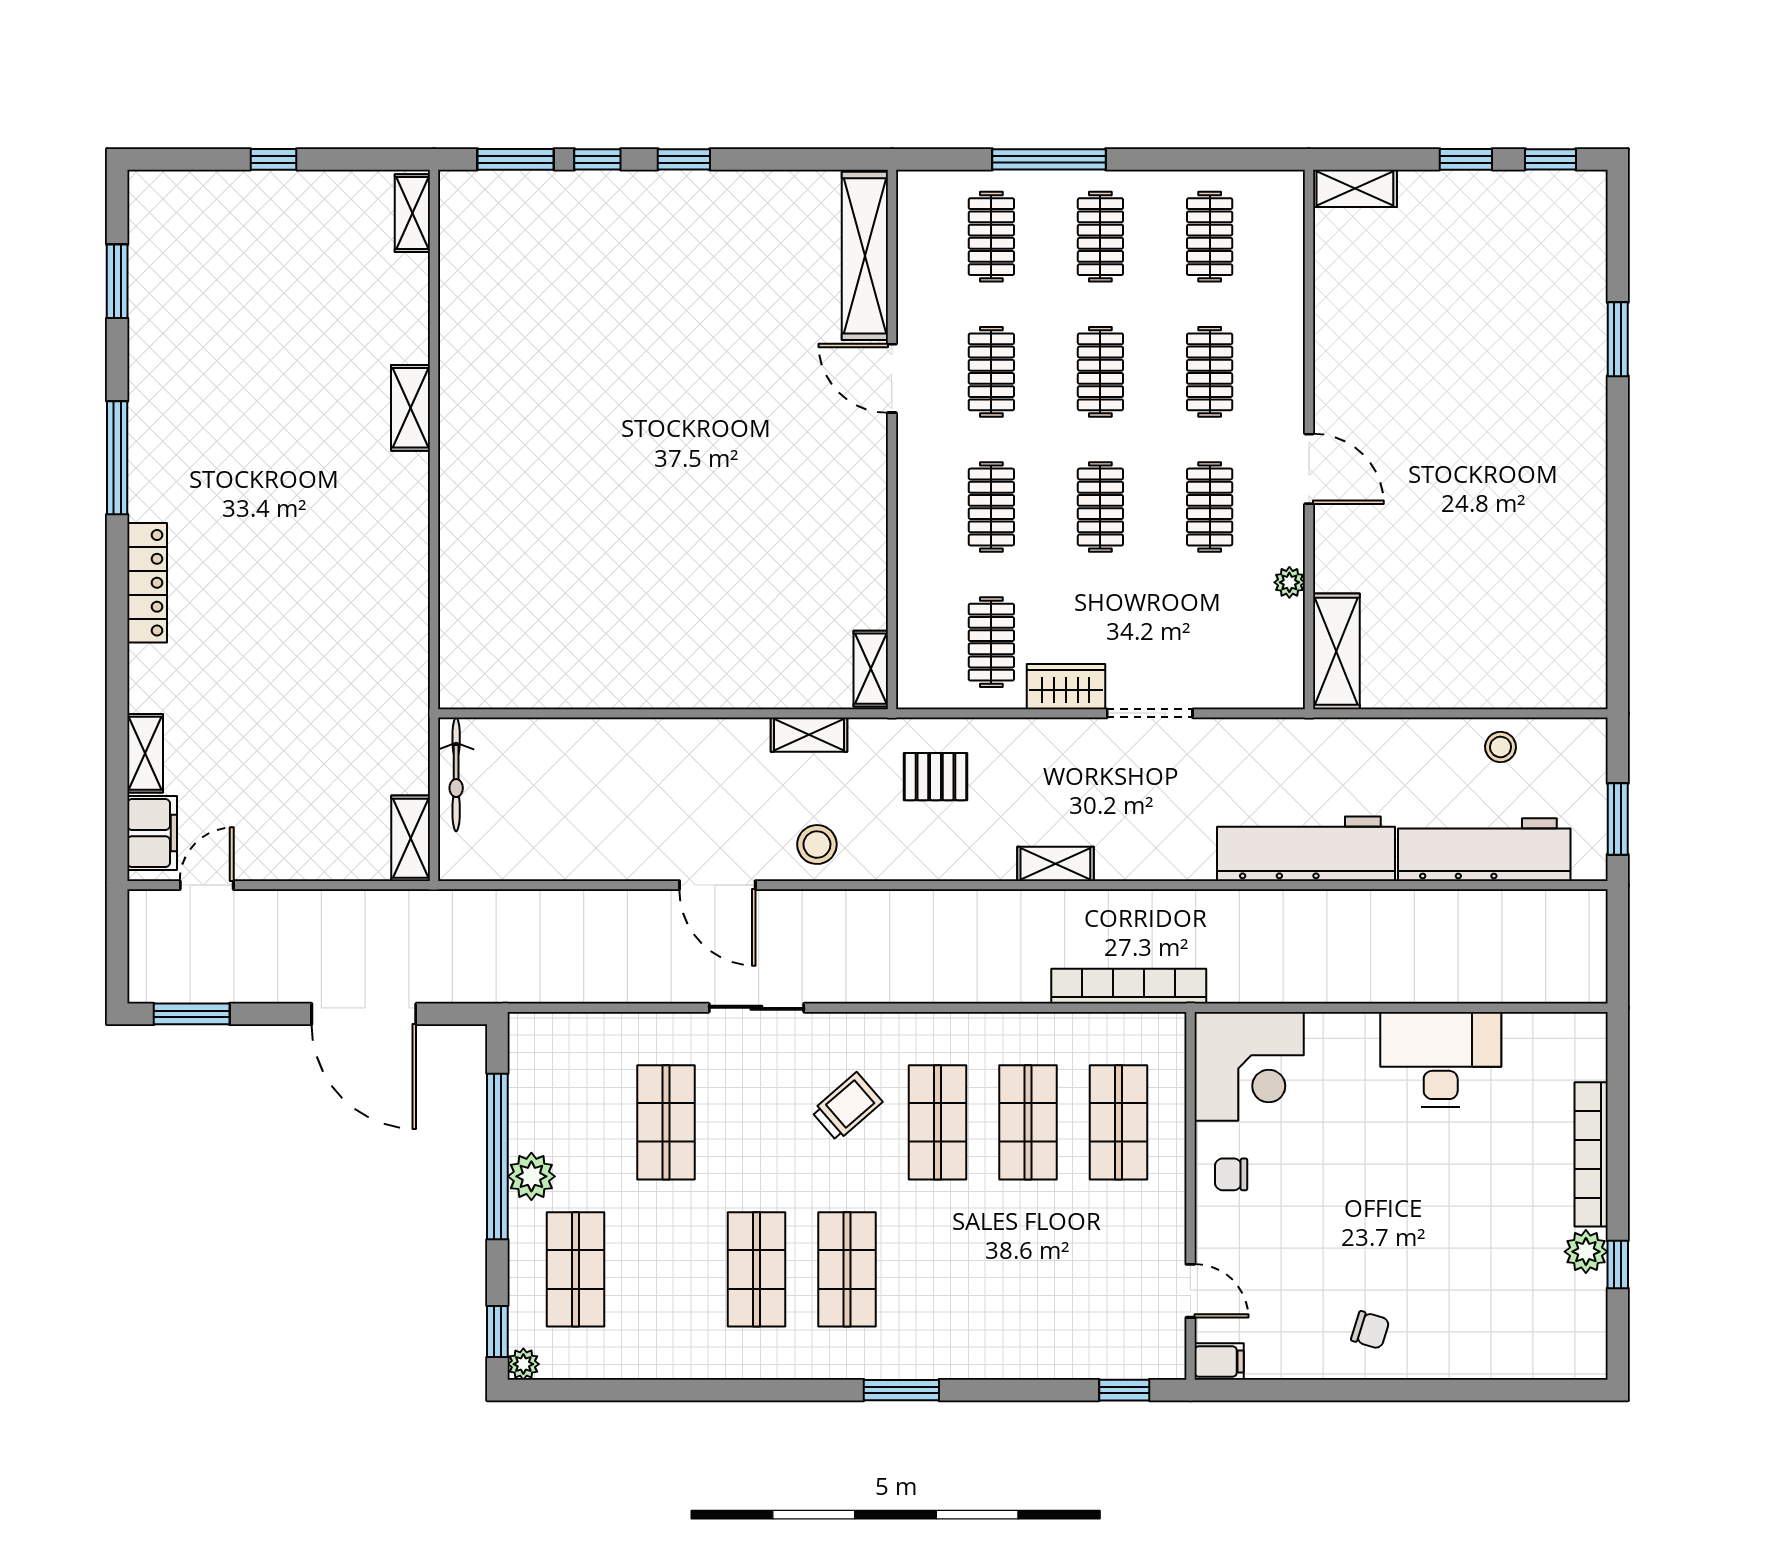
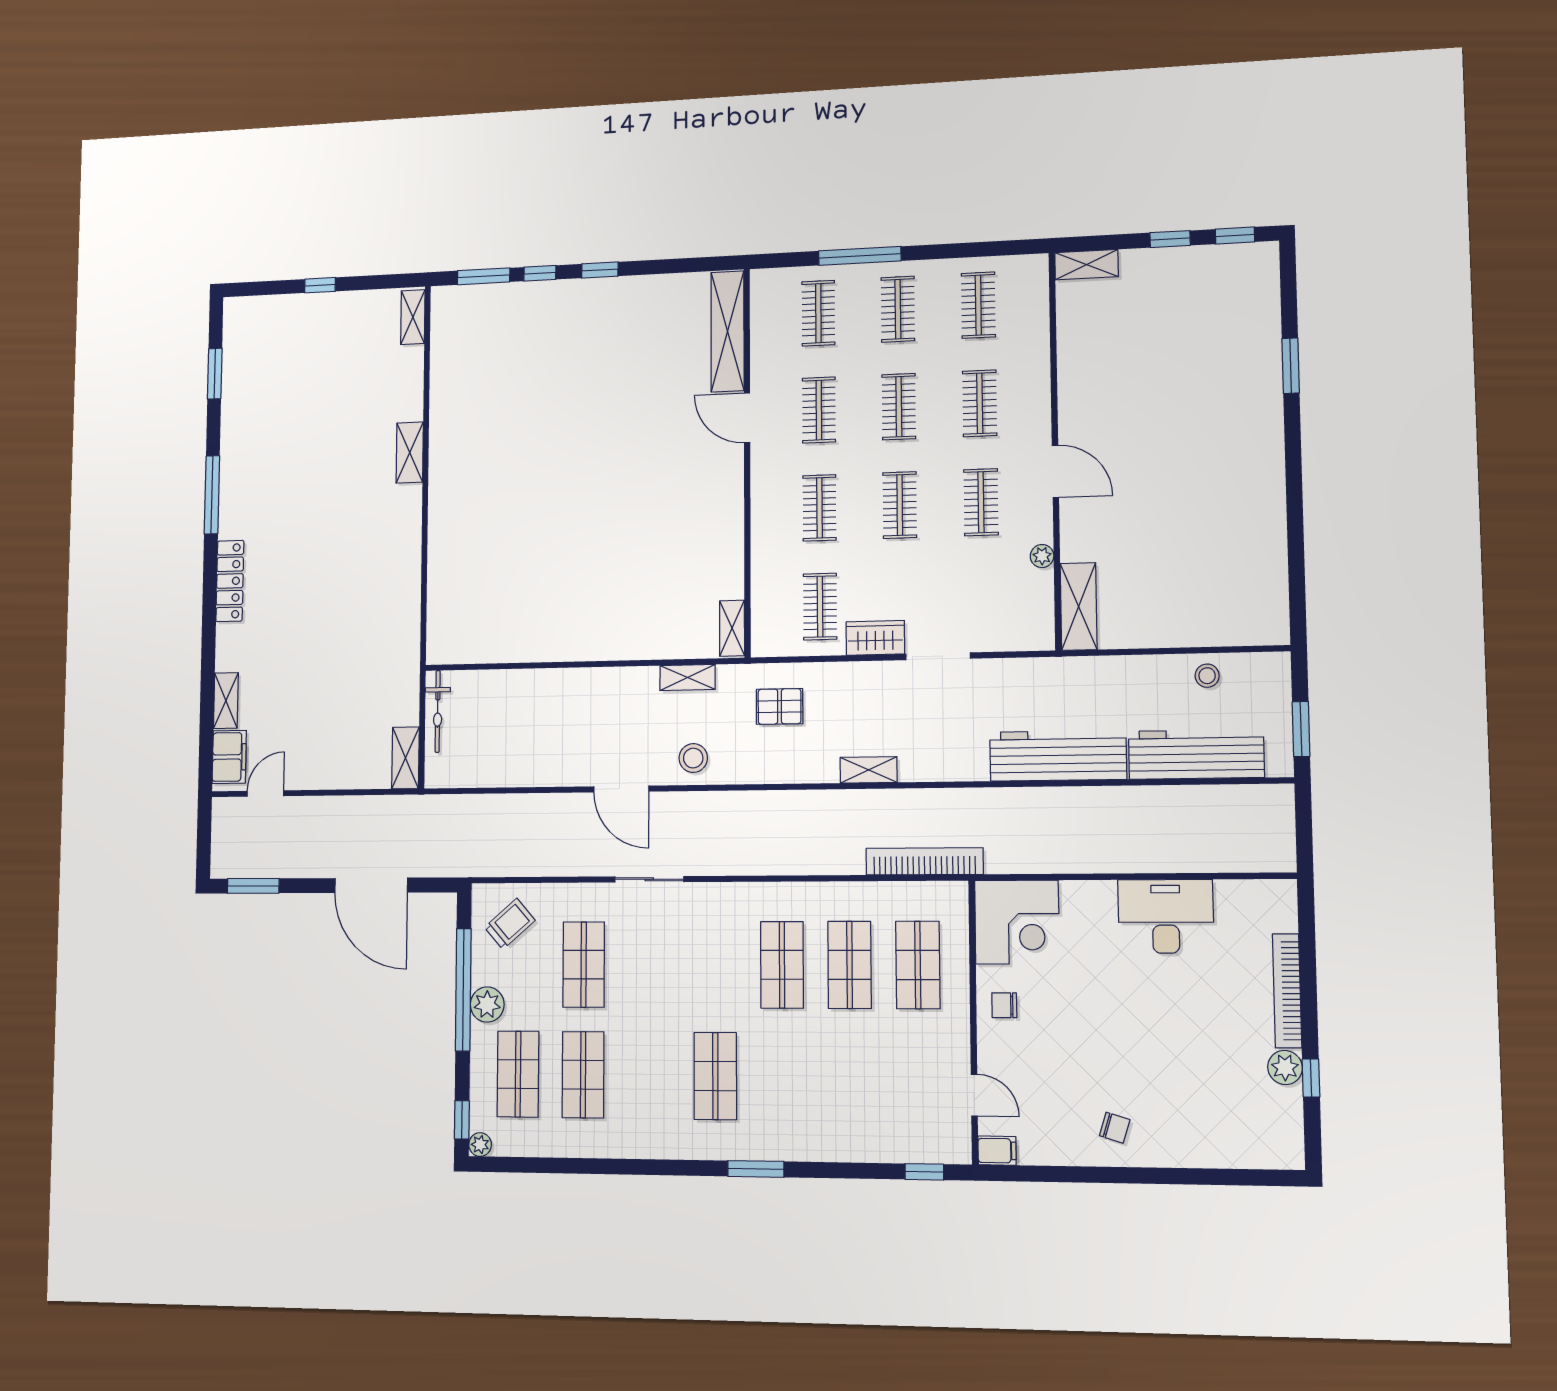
trolley: (847, 1107) -> (510, 924), moved
shop shelf: (756, 1269) -> (583, 1075), moved

